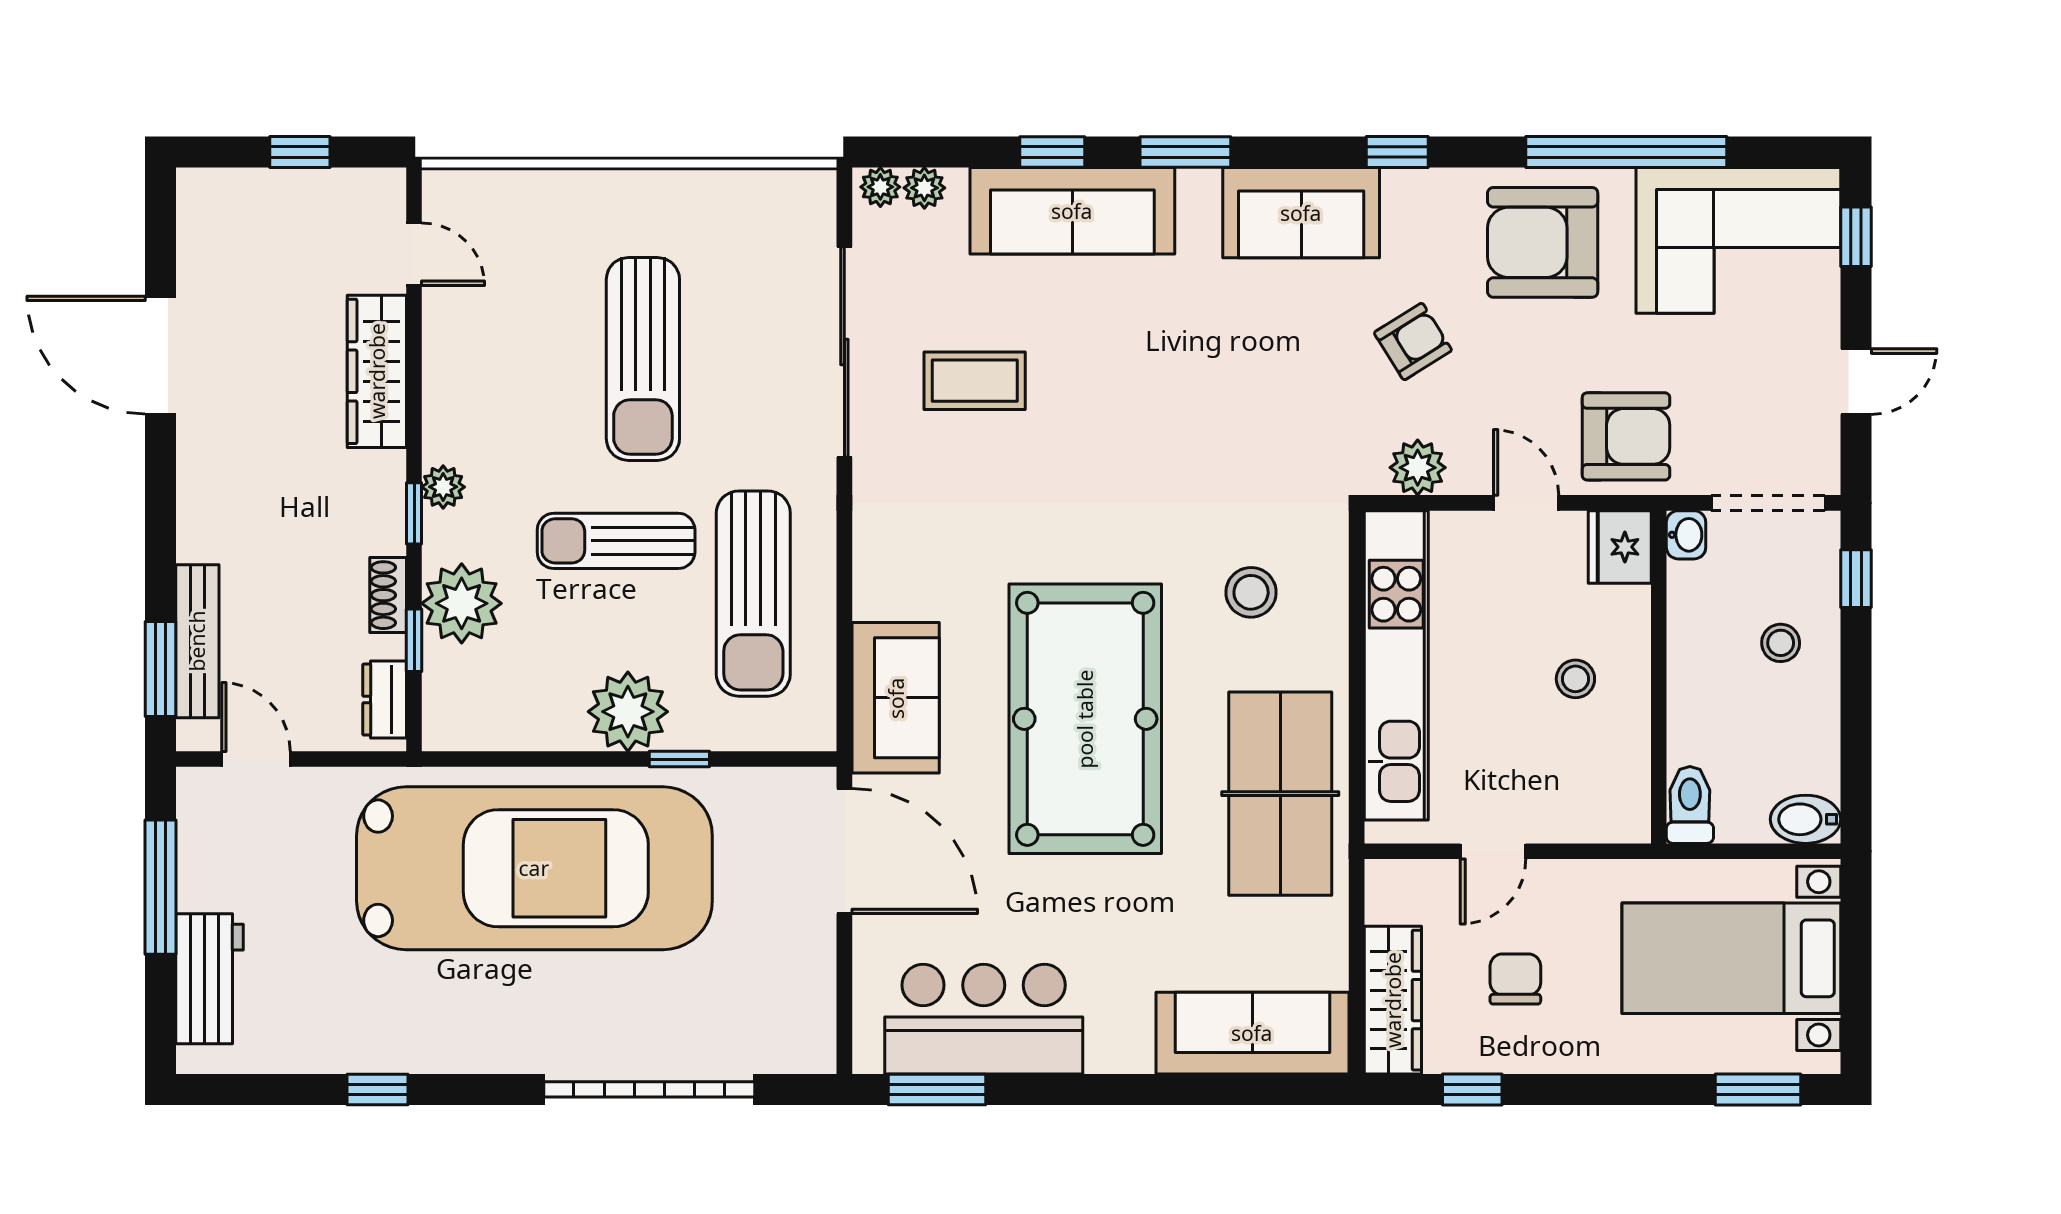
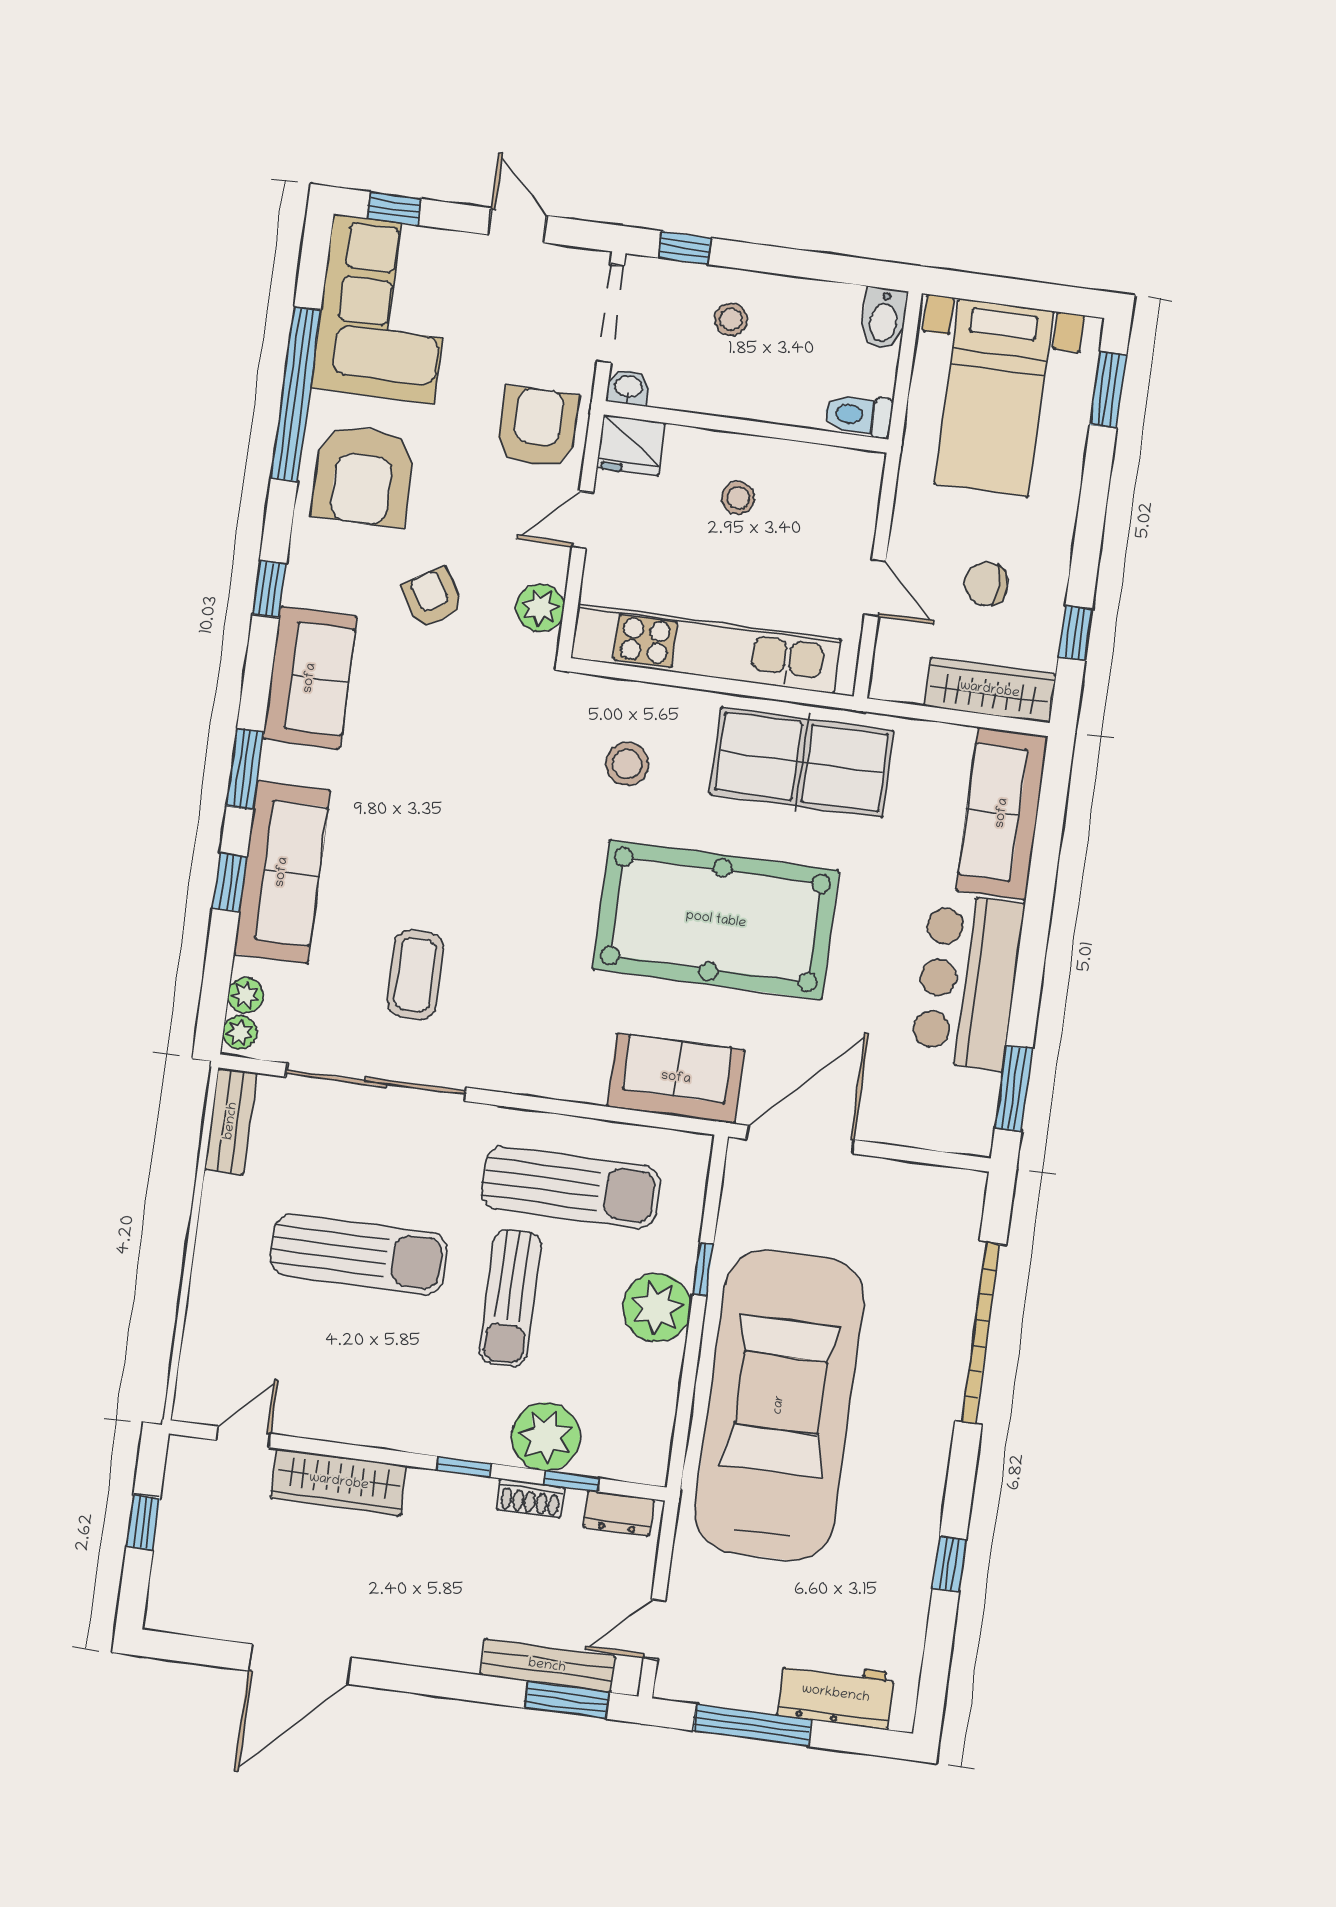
bench: (777, 190) -> (231, 1121), added
plant: (443, 487) -> (445, 1439), removed
bar counter: (984, 1019) -> (967, 981), moved

